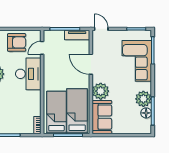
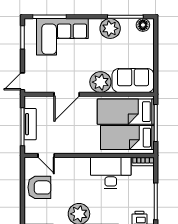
tv unit: (77, 35) -> (30, 124), moved
armchair: (17, 42) -> (39, 187), turned 90
desk: (28, 74) -> (111, 173), moved
floor lamp: (146, 113) -> (143, 25), moved

